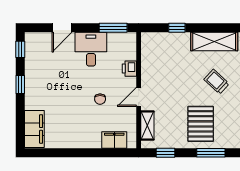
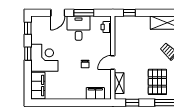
window: (113, 28) -> (84, 13), moved
window: (177, 28) -> (129, 13), moved
printer: (129, 69) -> (106, 27), moved
corner desk: (43, 90) -> (44, 58), added

